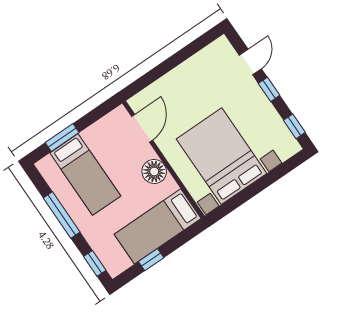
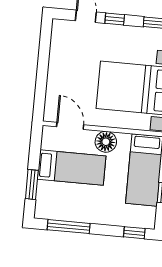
bed: (85, 174) -> (72, 168), moved
window: (62, 215) -> (69, 227), moved

